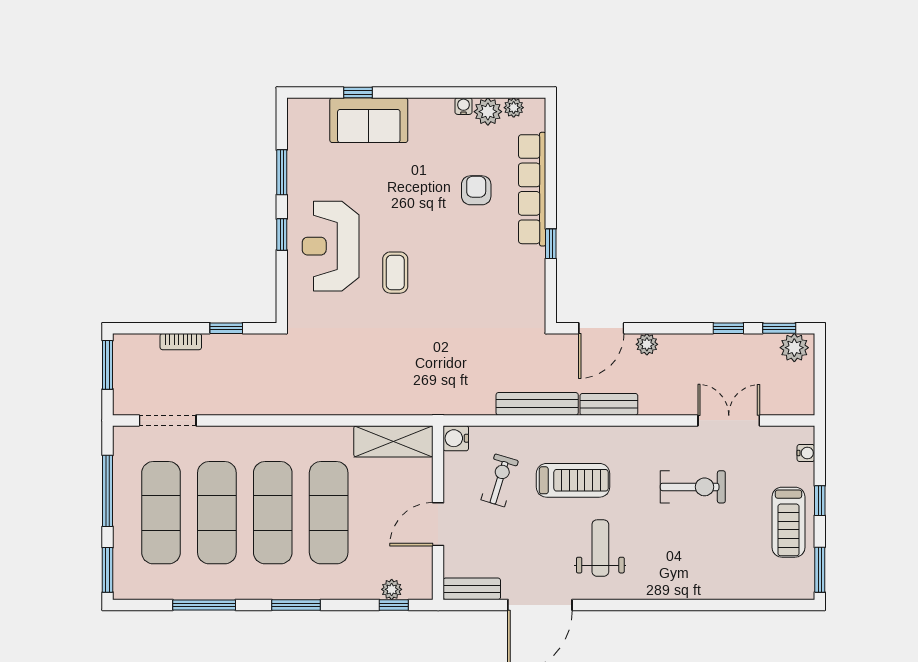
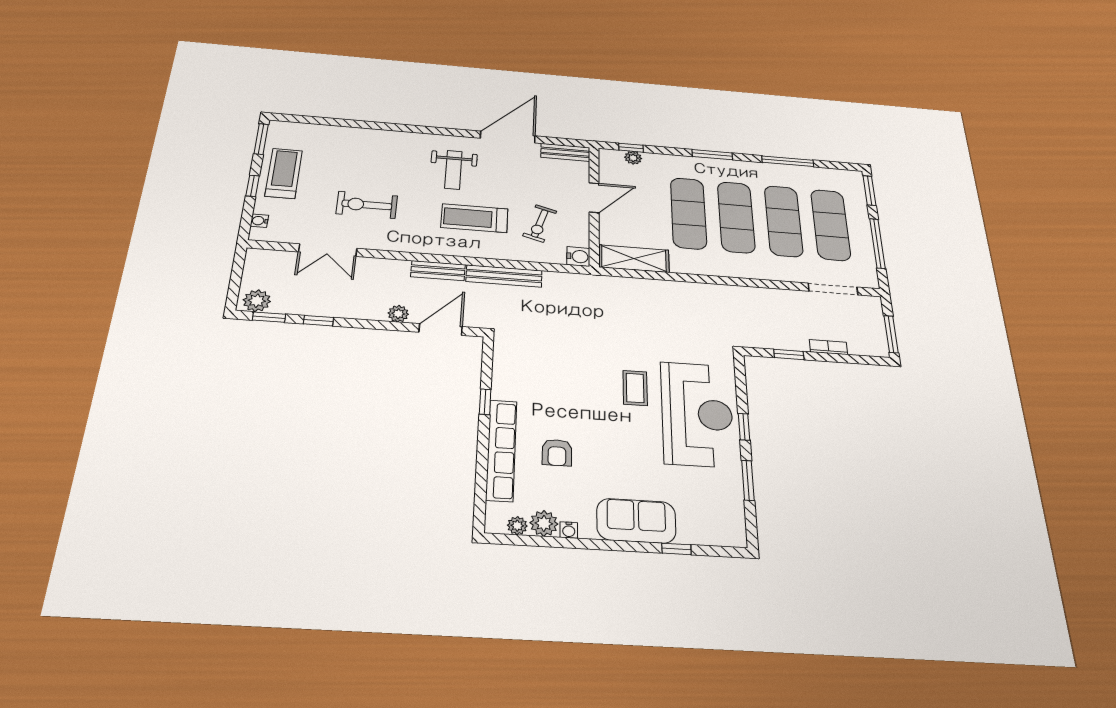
sofa: (369, 120) -> (636, 521), moved
reception desk: (331, 246) -> (697, 414), width x1.36, depth x1.30

